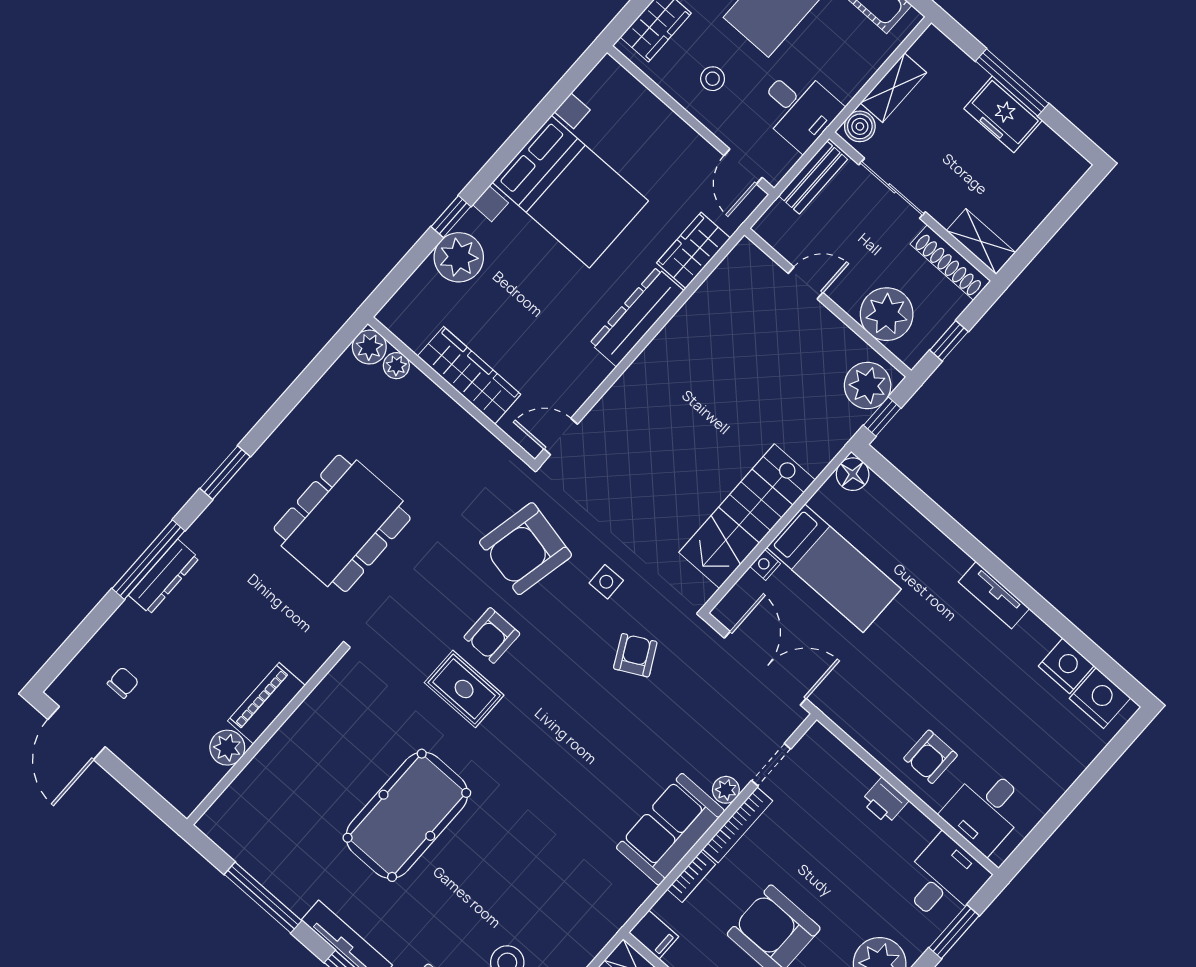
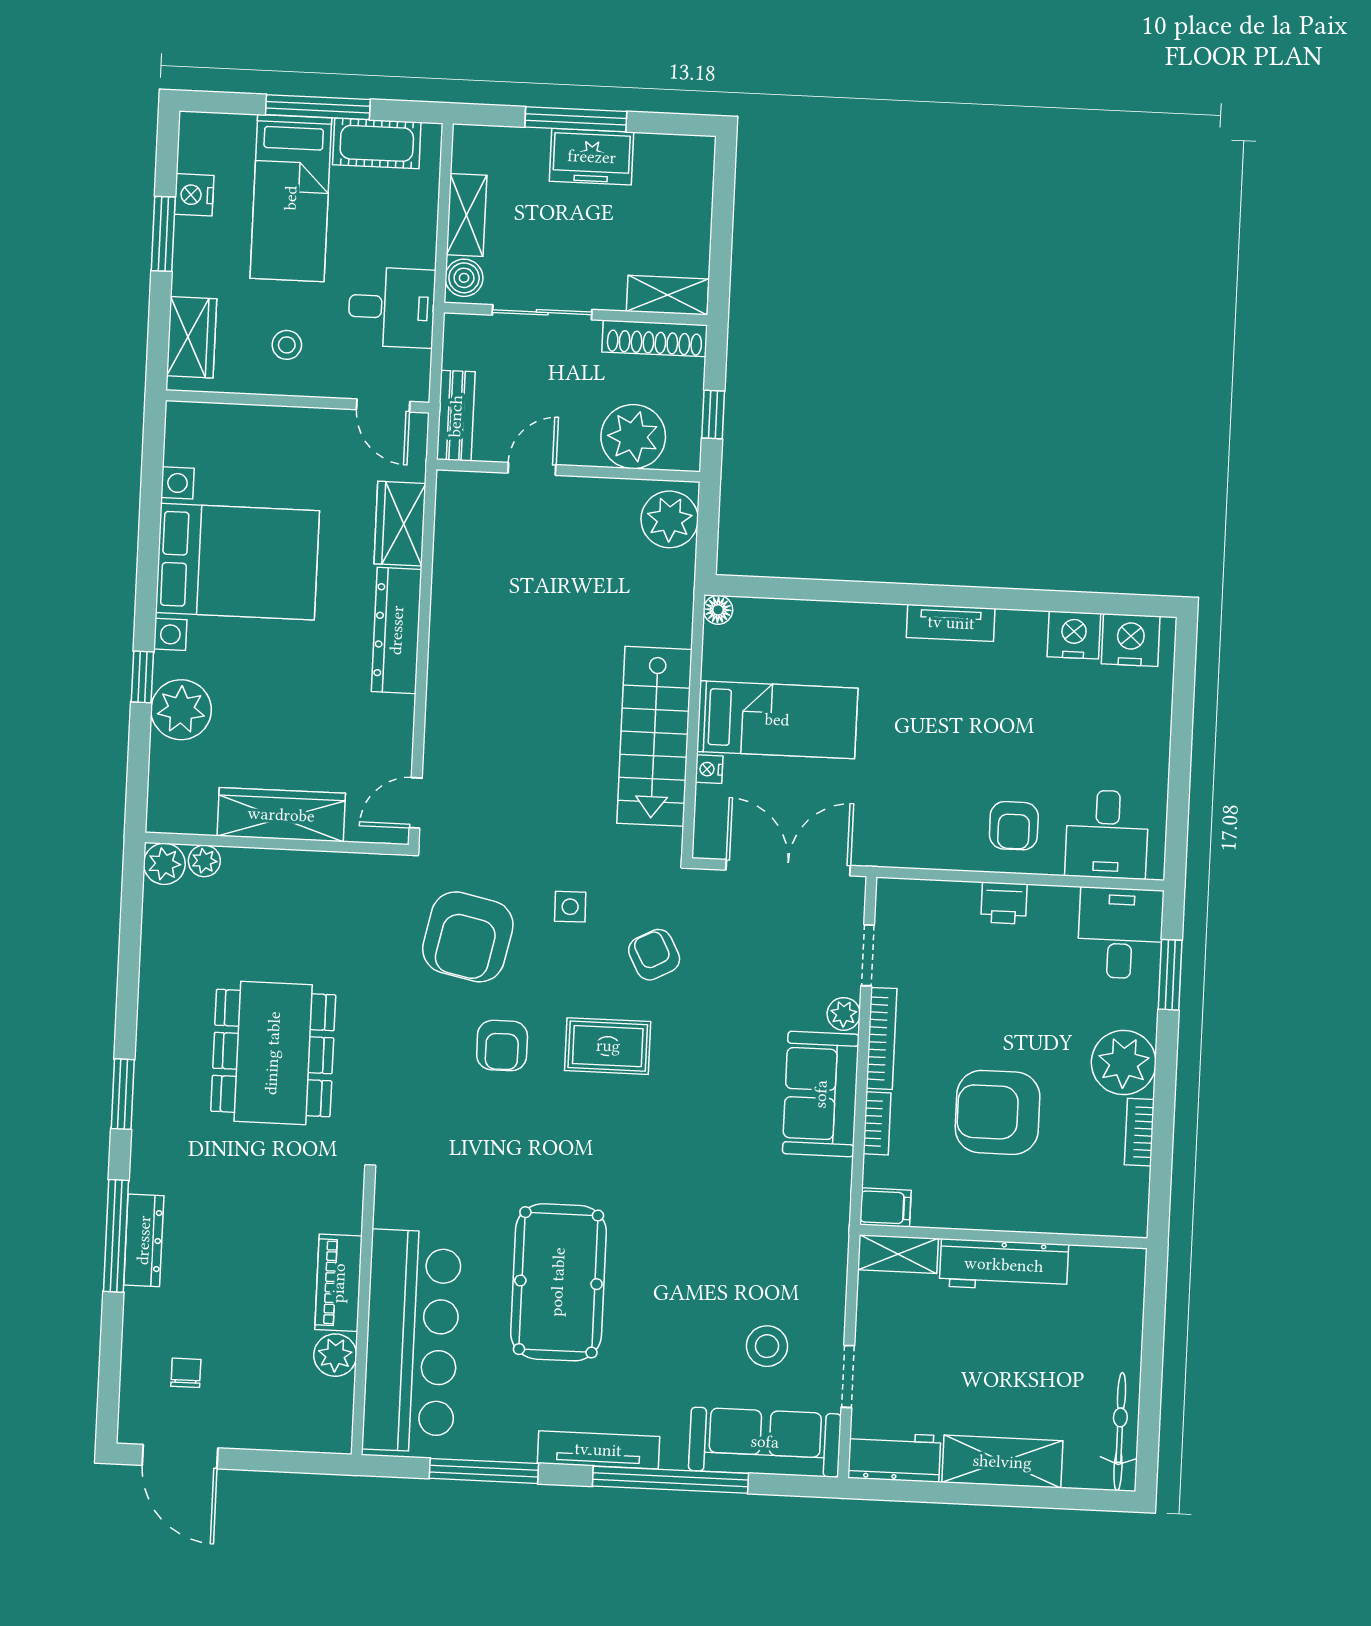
bench: (813, 178) -> (456, 416), moved
window: (882, 417) -> (707, 538), removed
floor lamp: (853, 474) -> (718, 610), width x0.73, depth x0.73
rug: (464, 689) -> (608, 1046), moved
bar counter: (283, 778) -> (412, 1341), added

